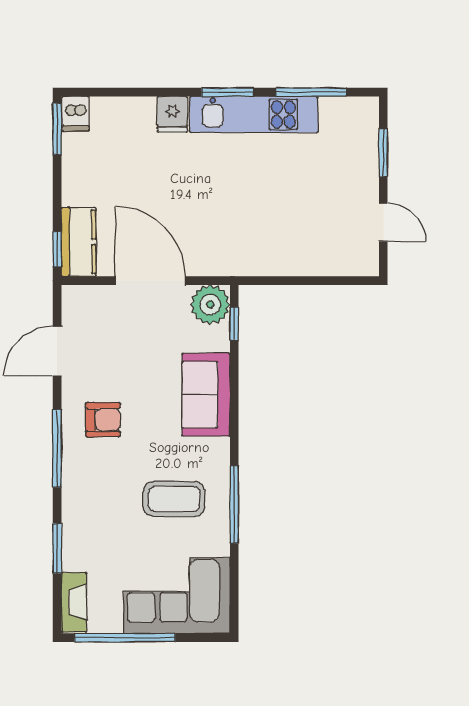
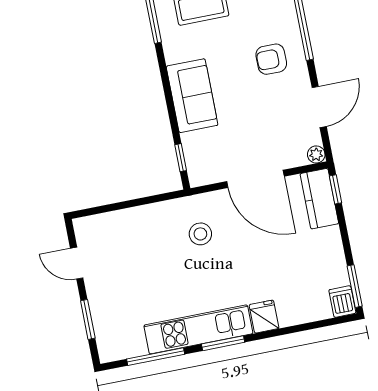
stool: (229, 228) -> (200, 234), added
plant: (210, 305) -> (316, 154), moved, width x0.53, depth x0.53

